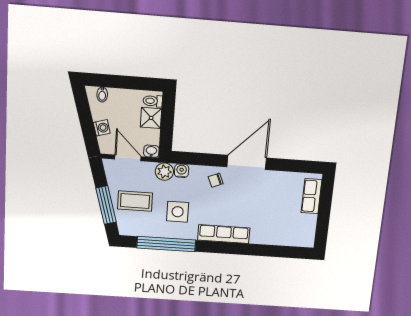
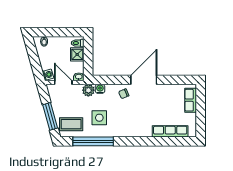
washing machine: (102, 128) -> (48, 75), moved
coffee table: (135, 201) -> (71, 124), moved
row of seats: (224, 234) -> (170, 131), moved

